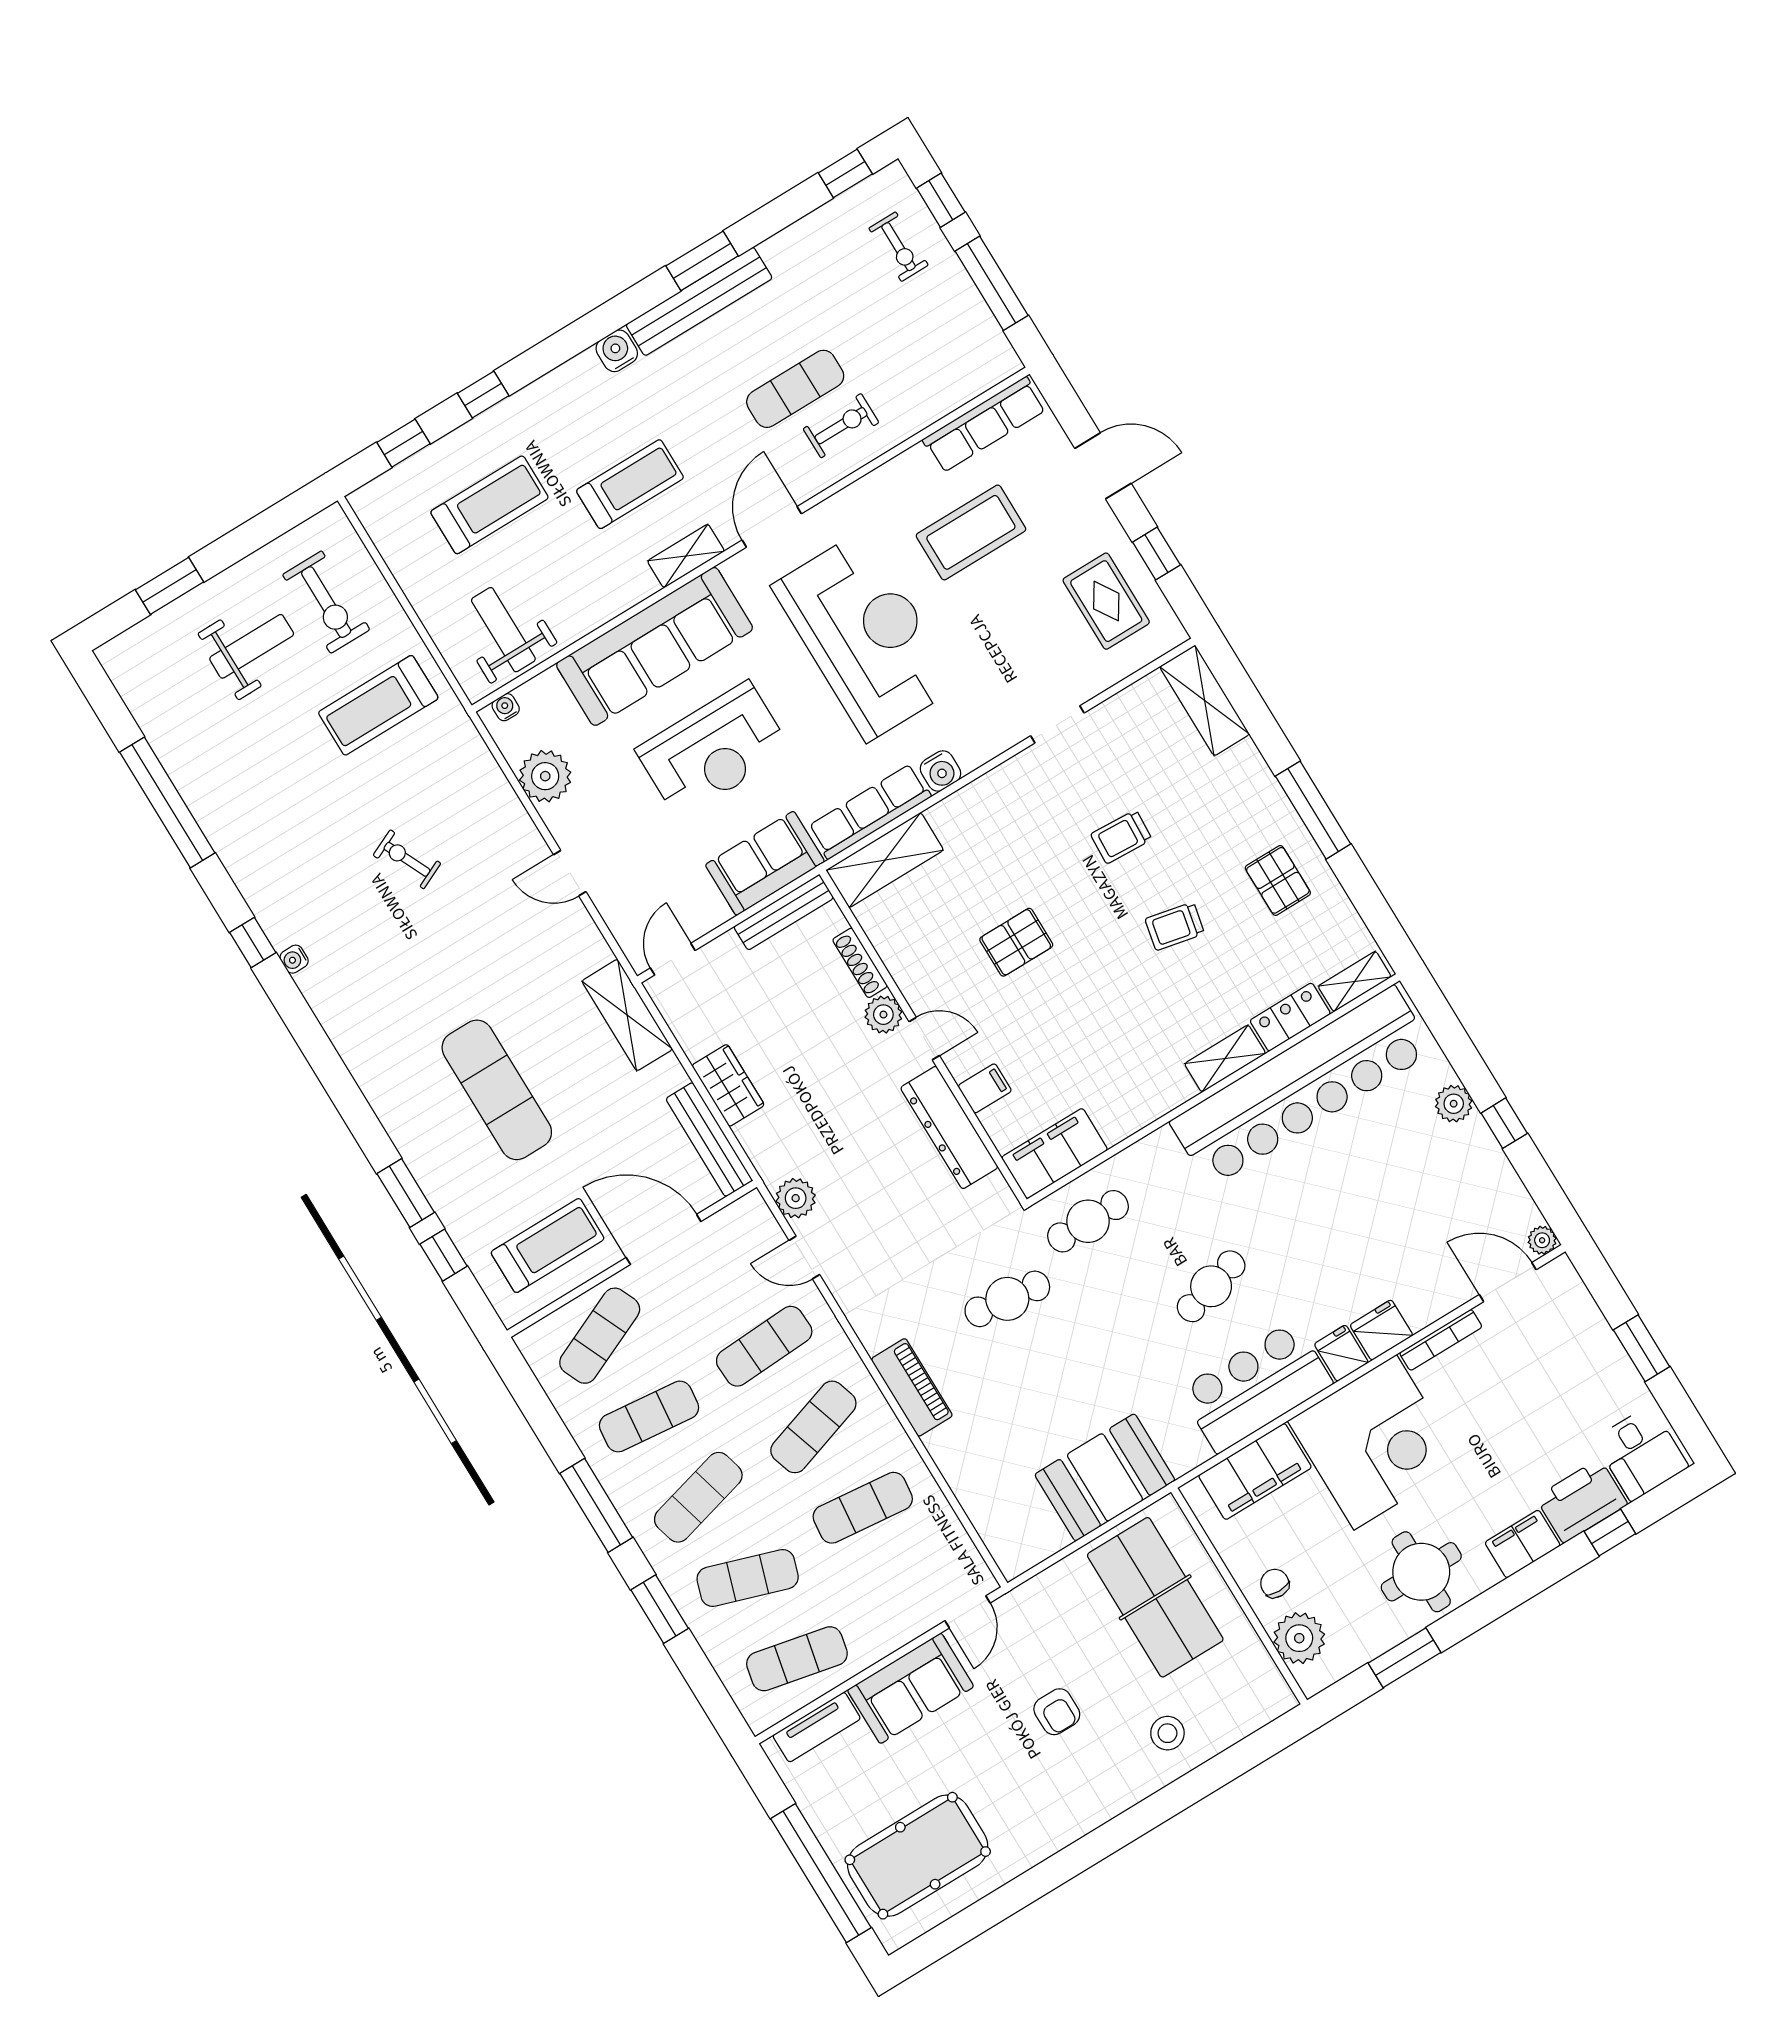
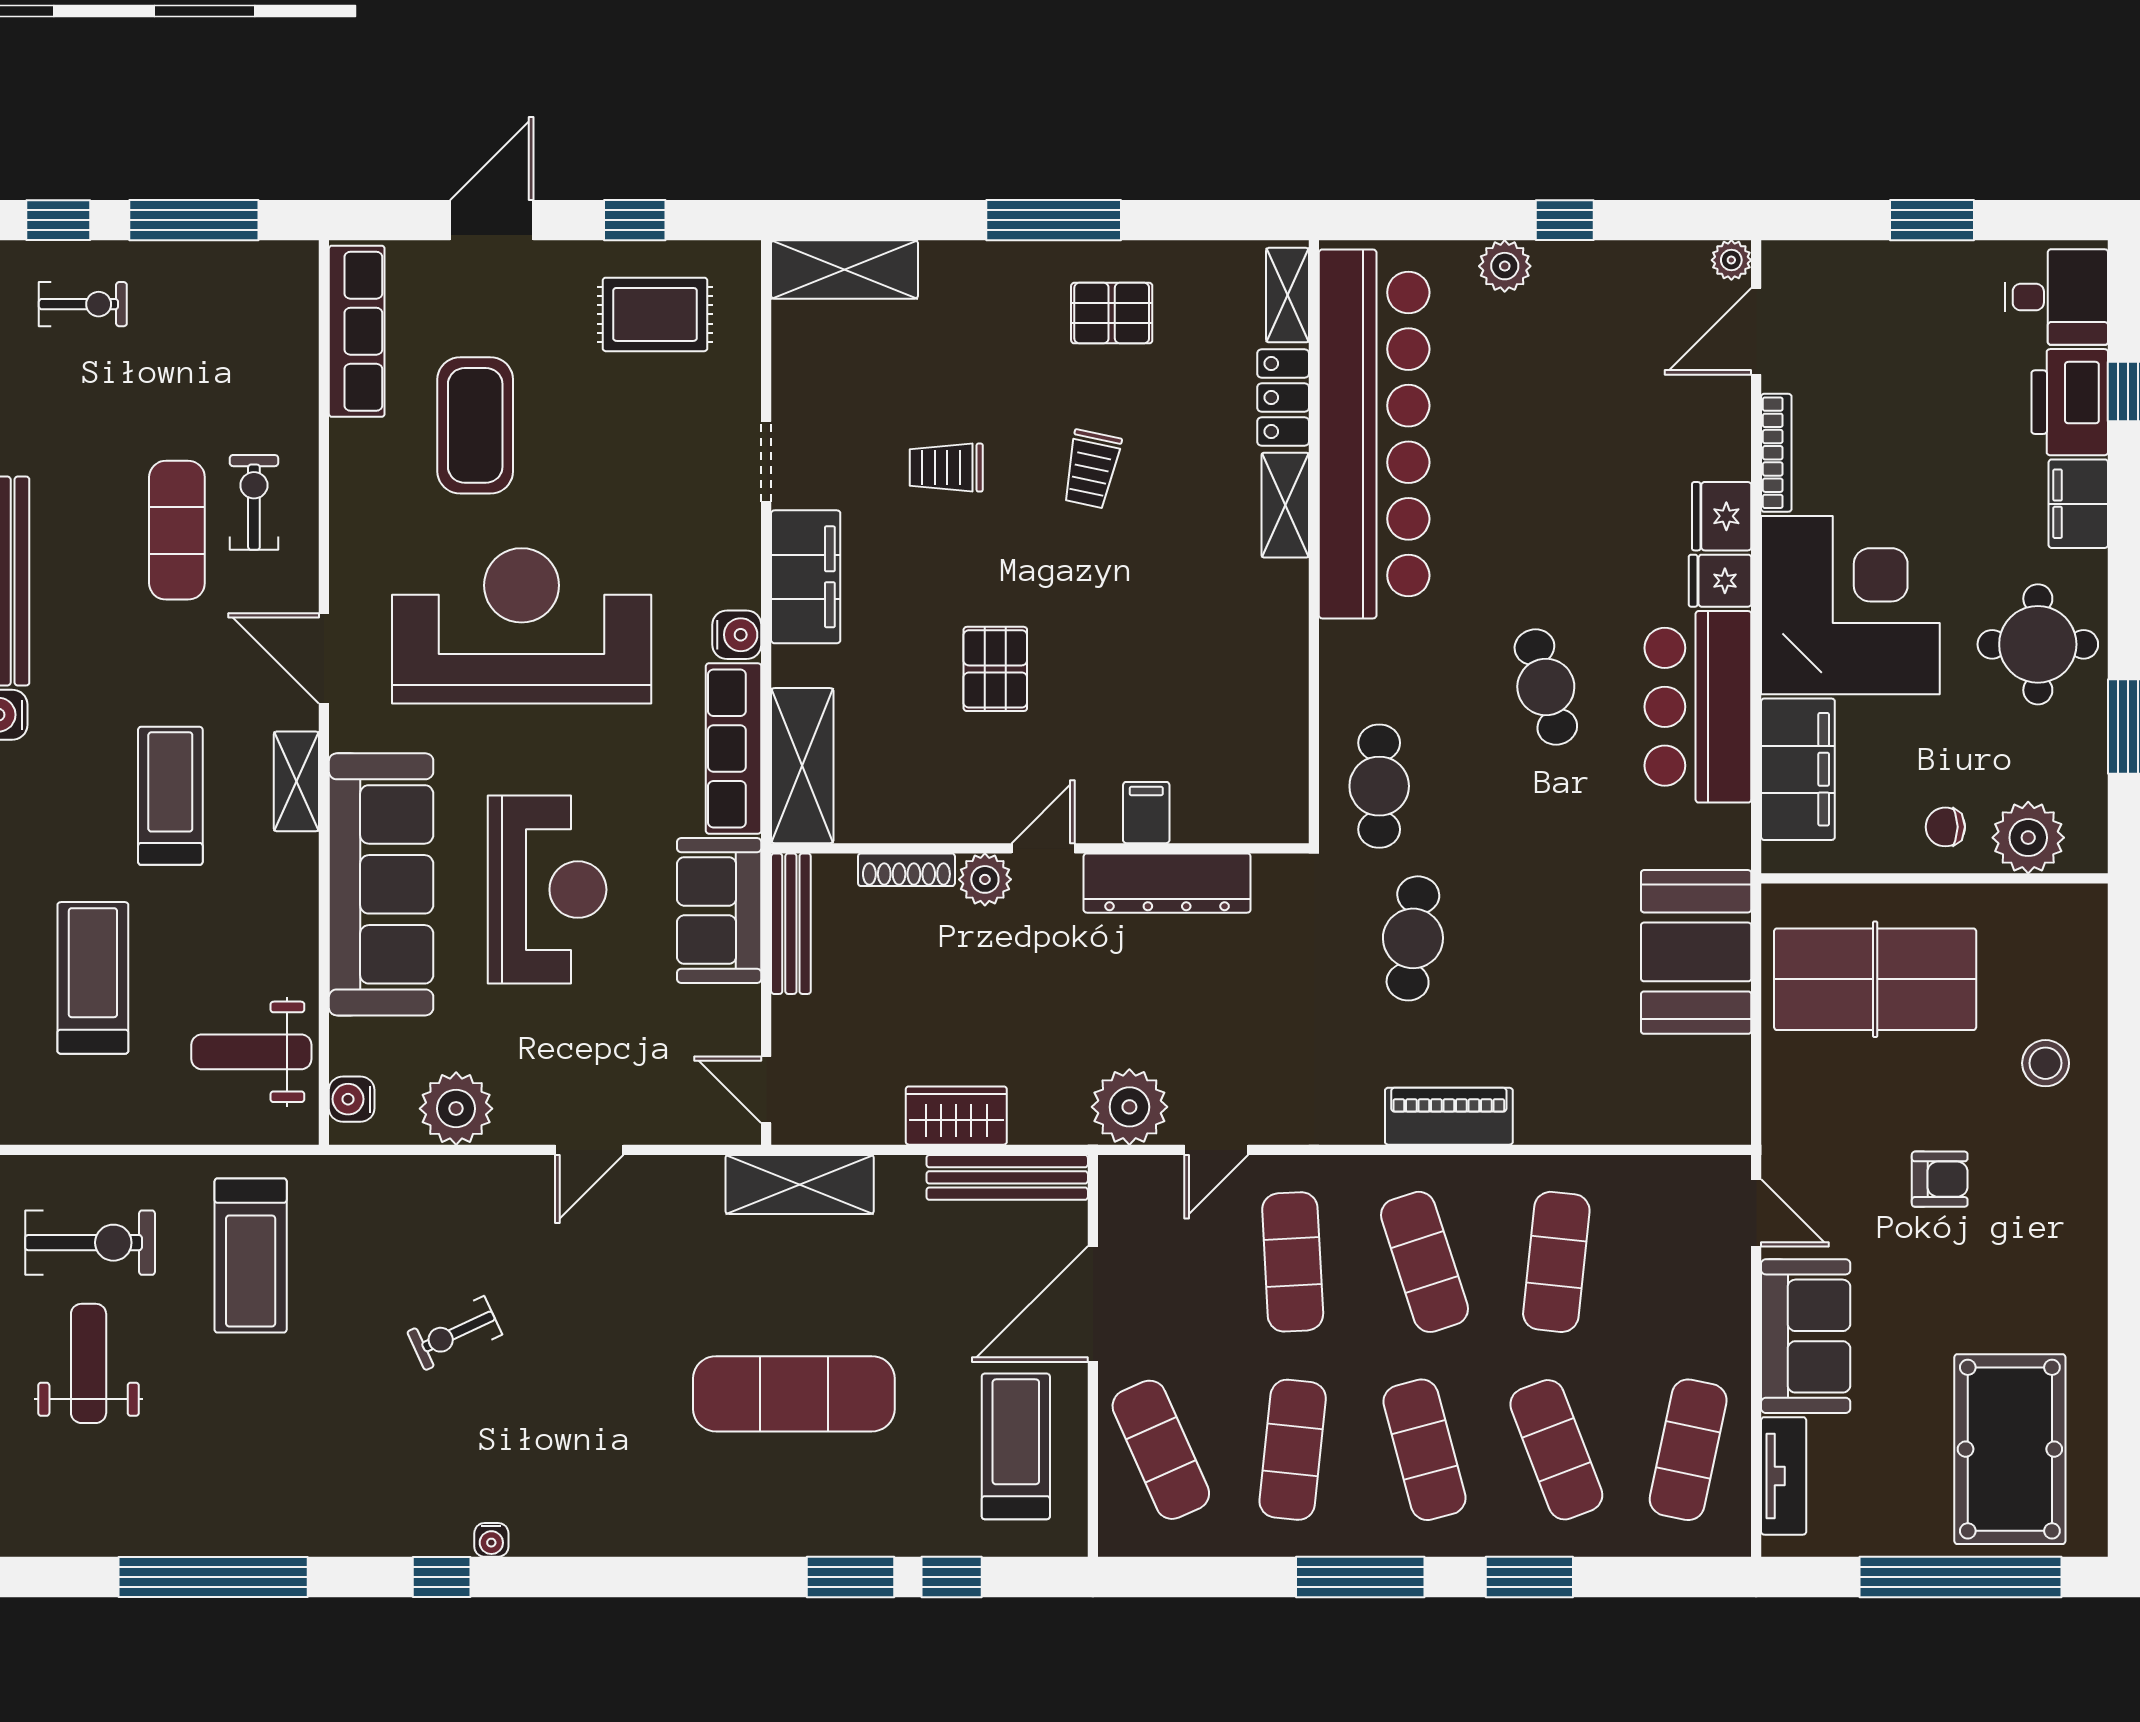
water cooler: (506, 707) -> (352, 1099), width x1.38, depth x1.38
trolley: (1121, 837) -> (946, 468), turned 87
filing cabinet: (1055, 1154) -> (806, 577), moved, turned 180
plant: (796, 1198) -> (1129, 1107), width x1.36, depth x1.36
exercise mat: (748, 1578) -> (1556, 1450), turned -39

